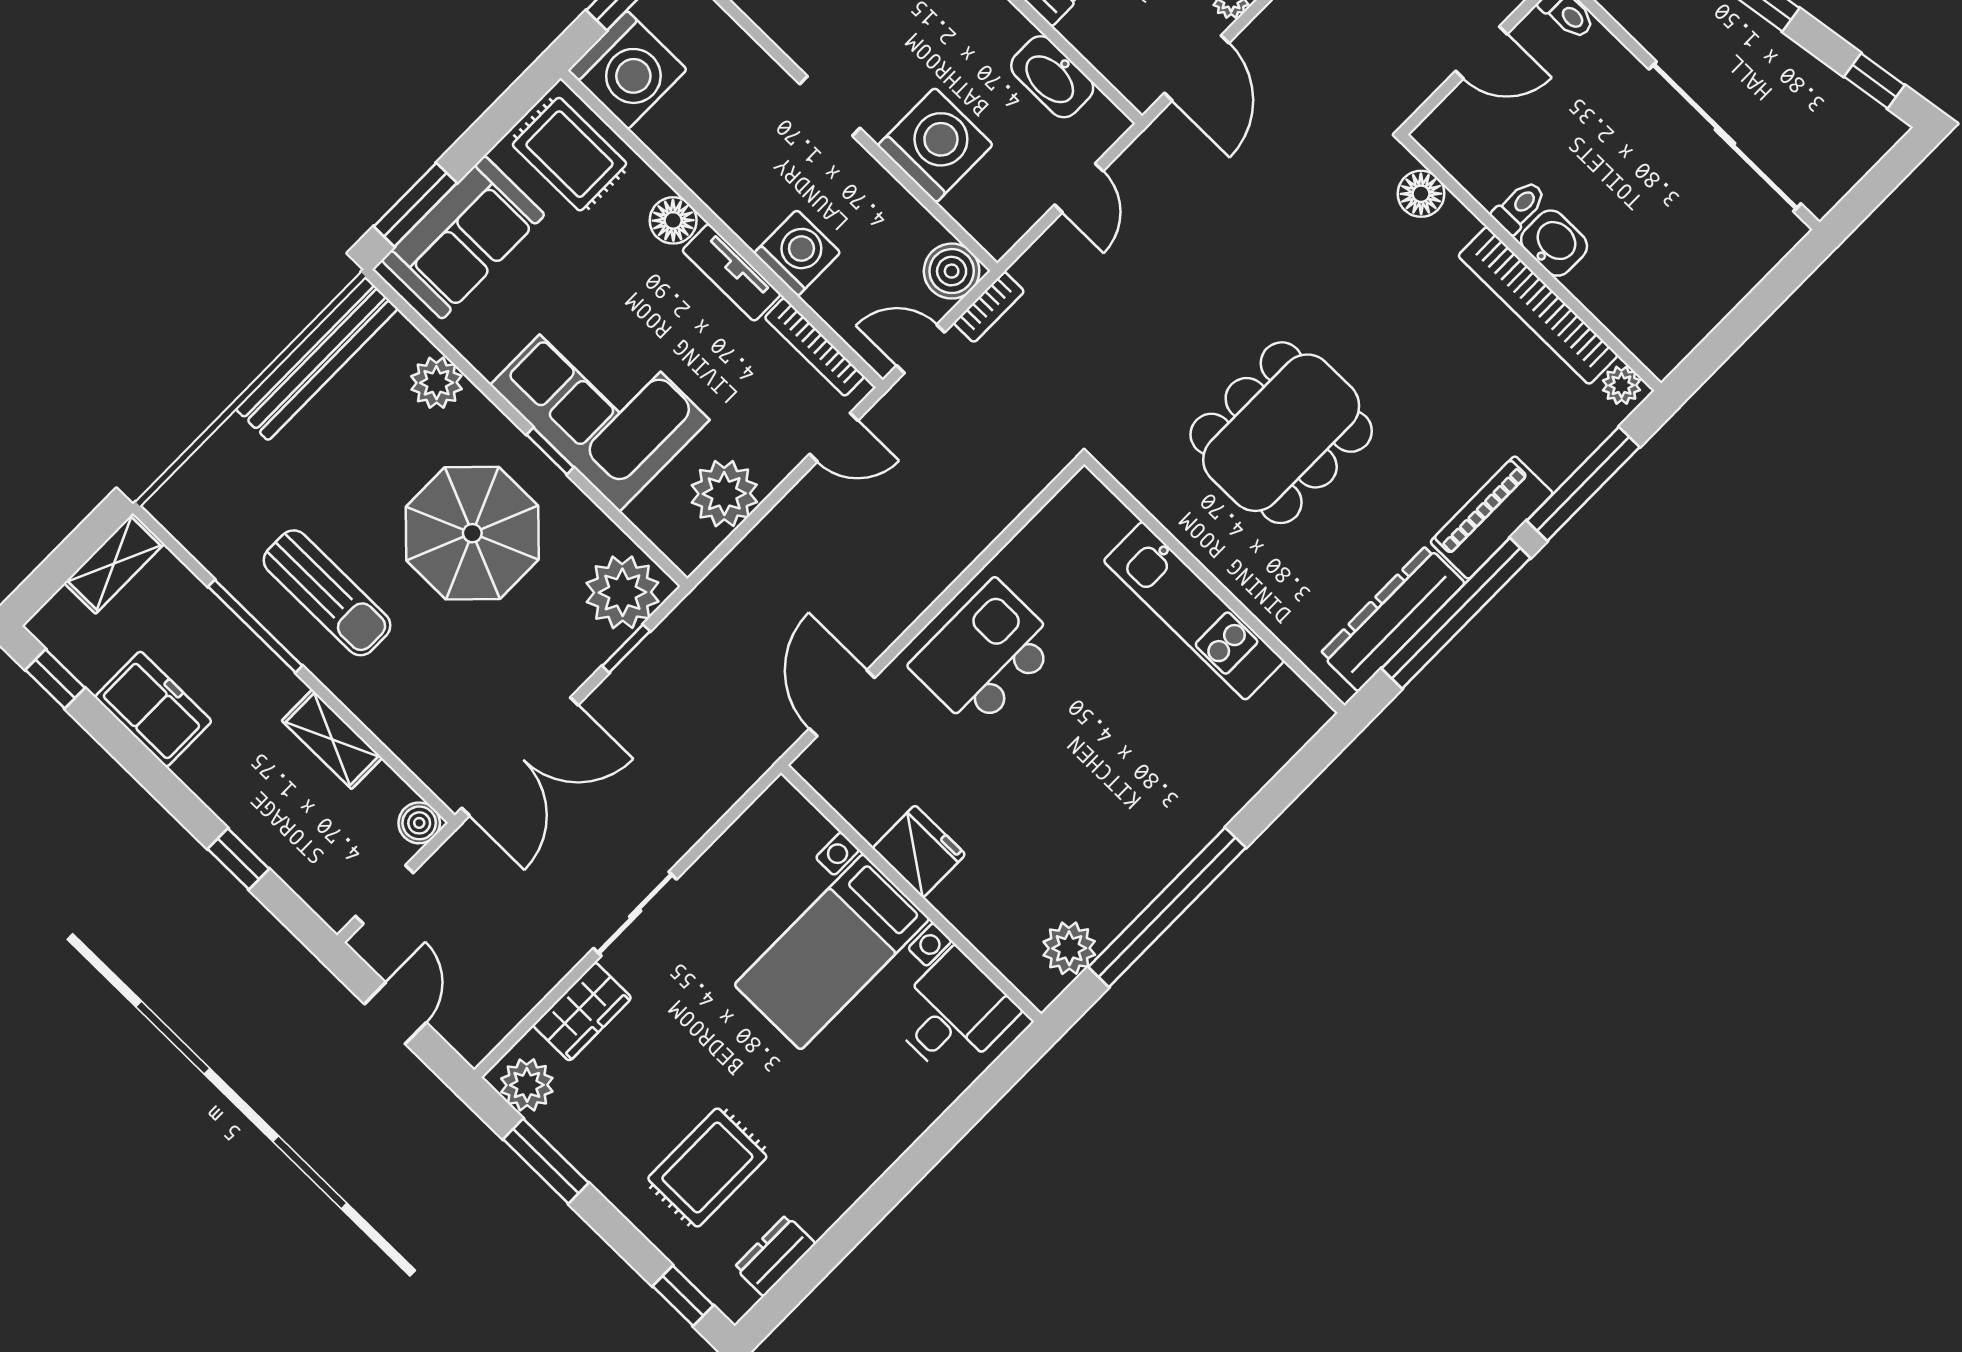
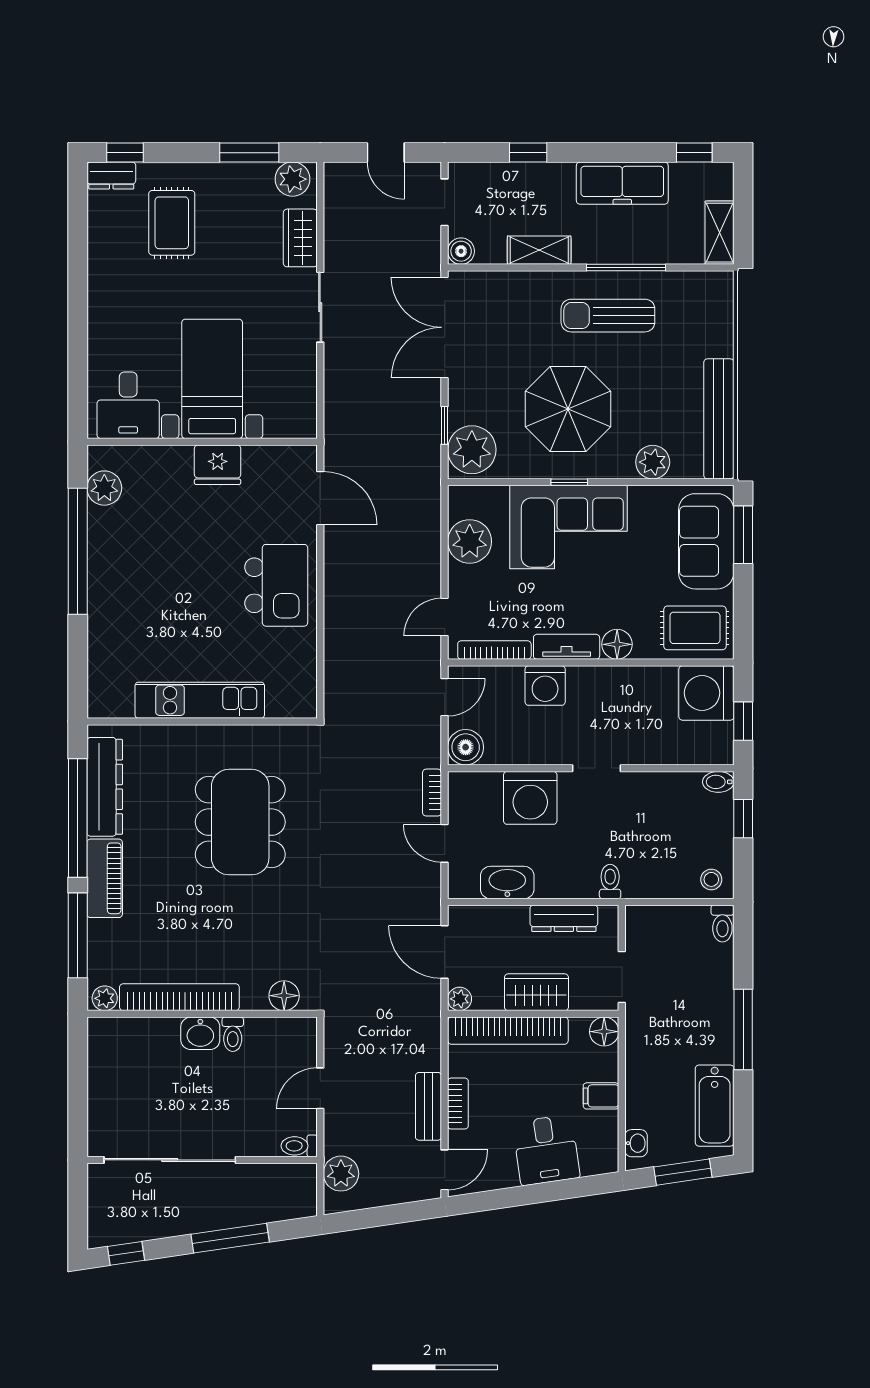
bookcase: (989, 307) -> (432, 793), moved
freezer: (153, 709) -> (622, 183), width x1.40
dresser: (775, 1256) -> (111, 175), moved, turned 90

